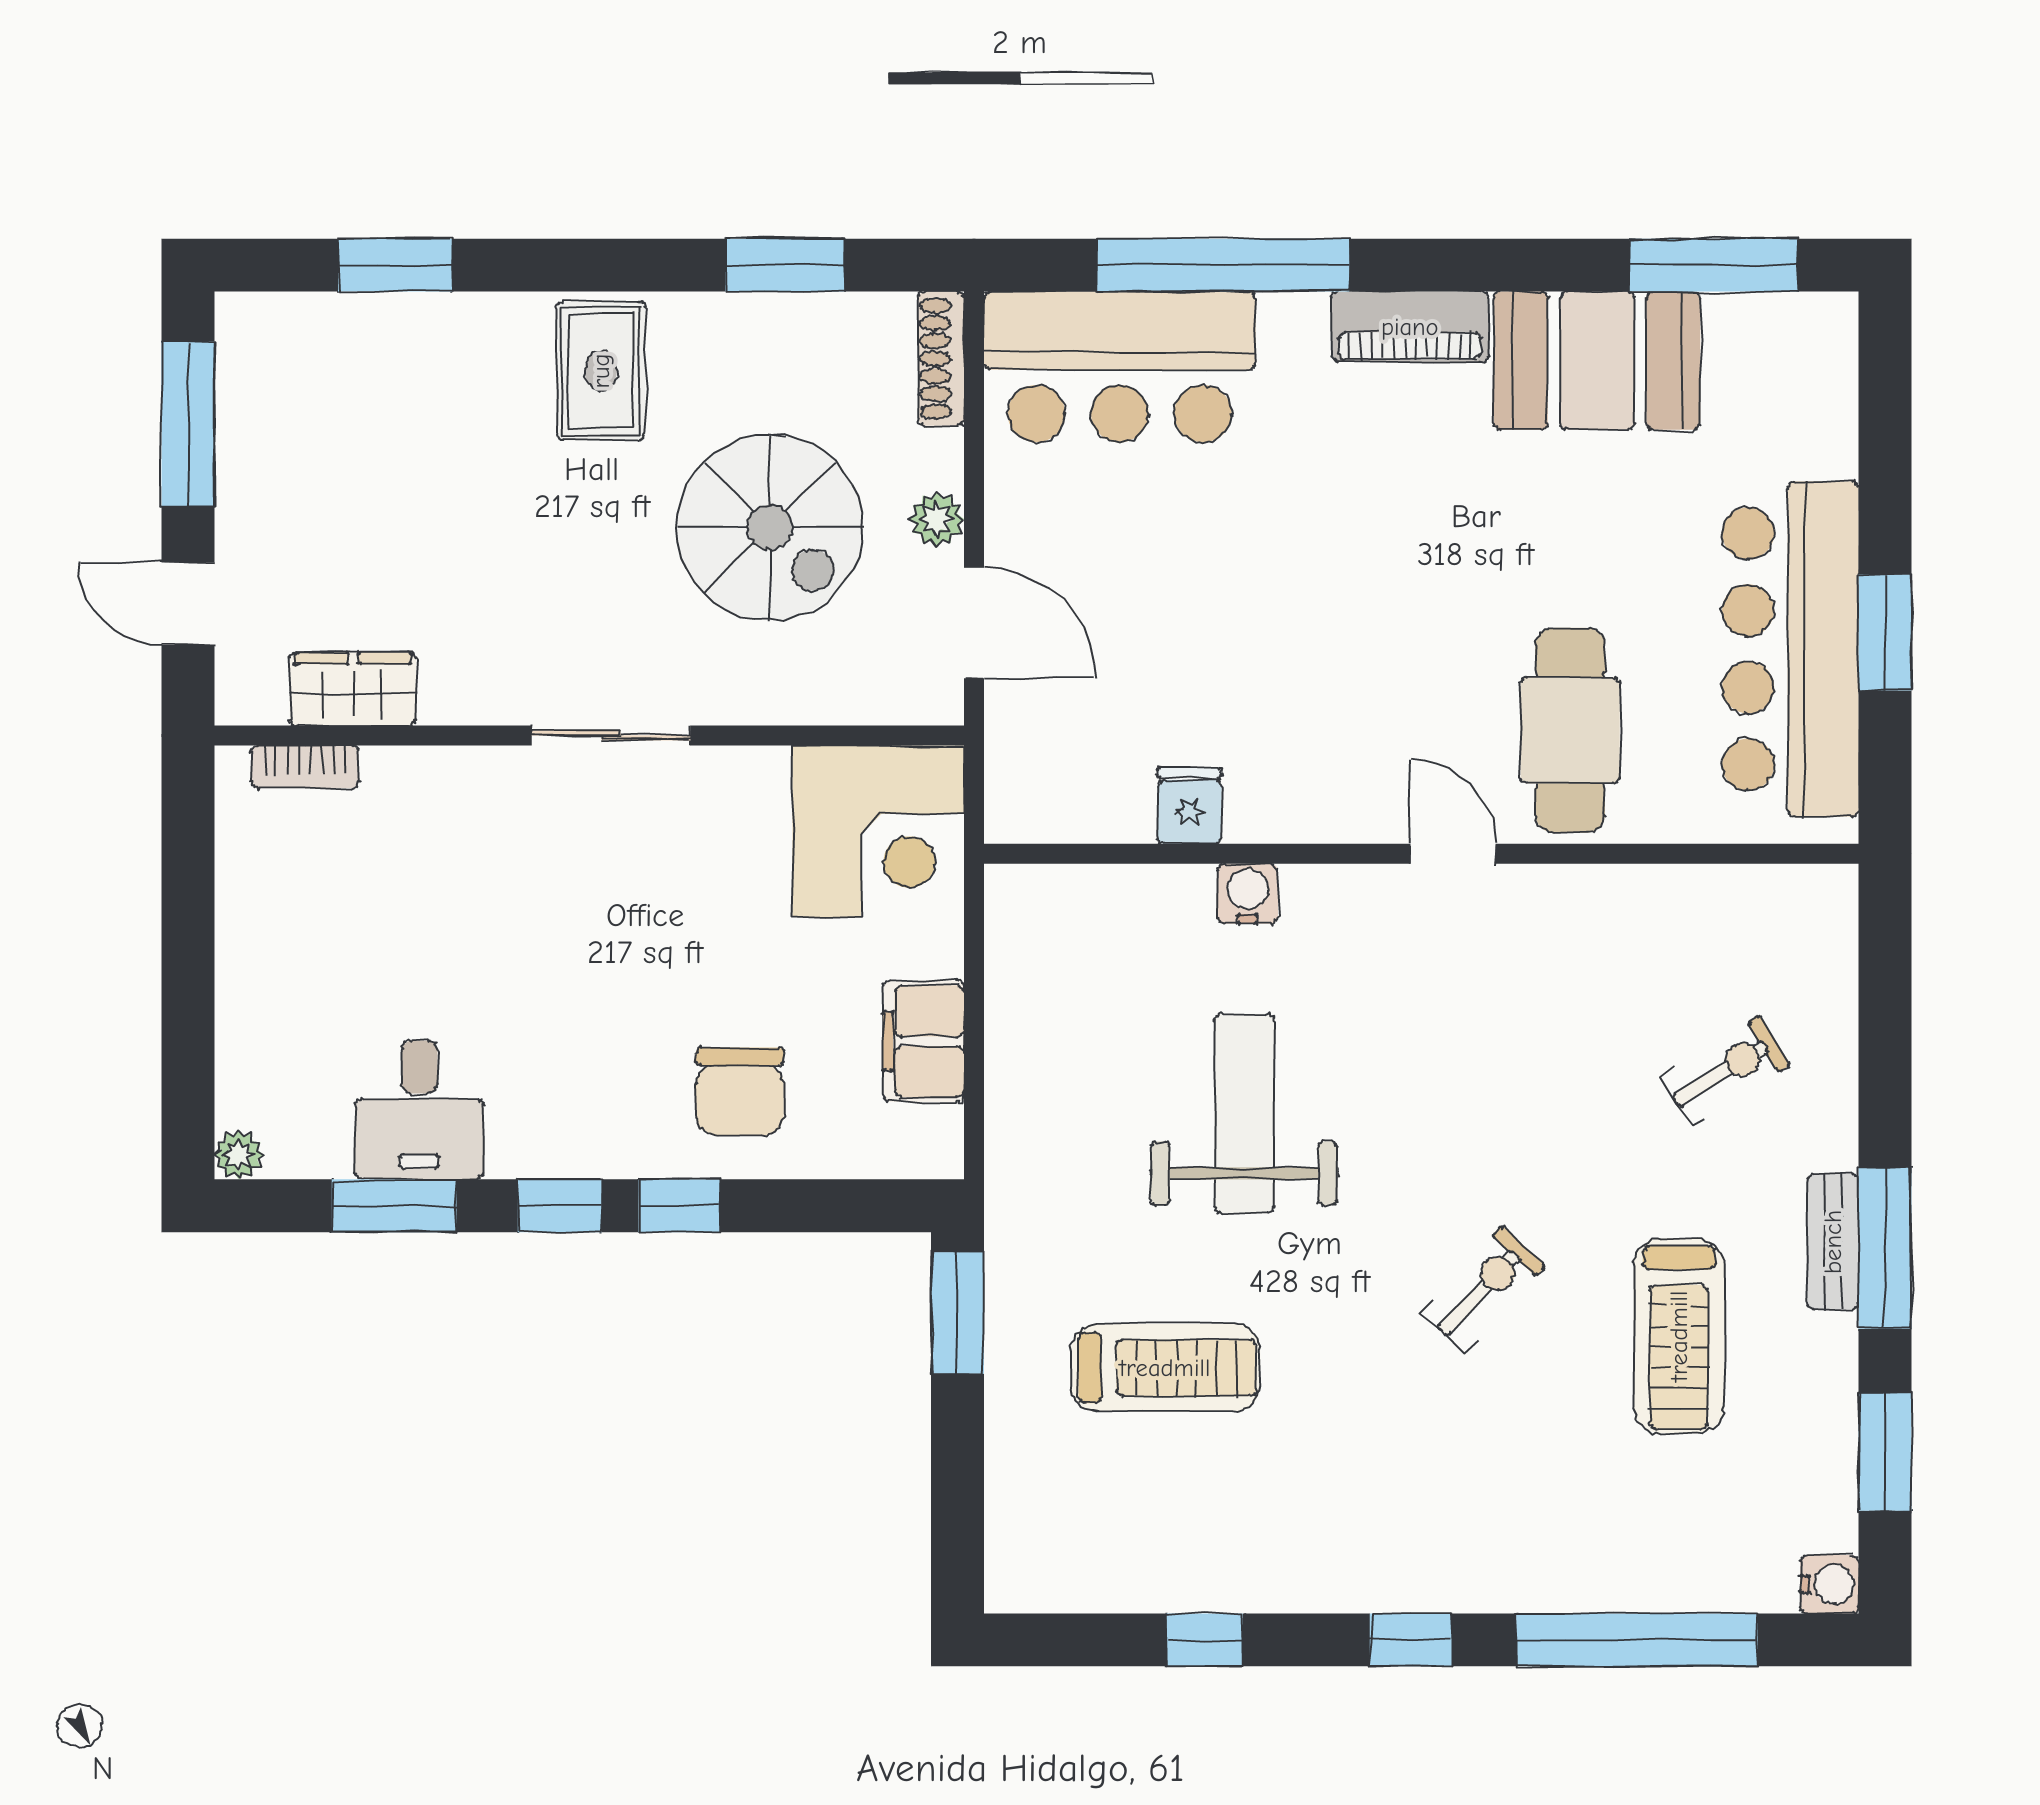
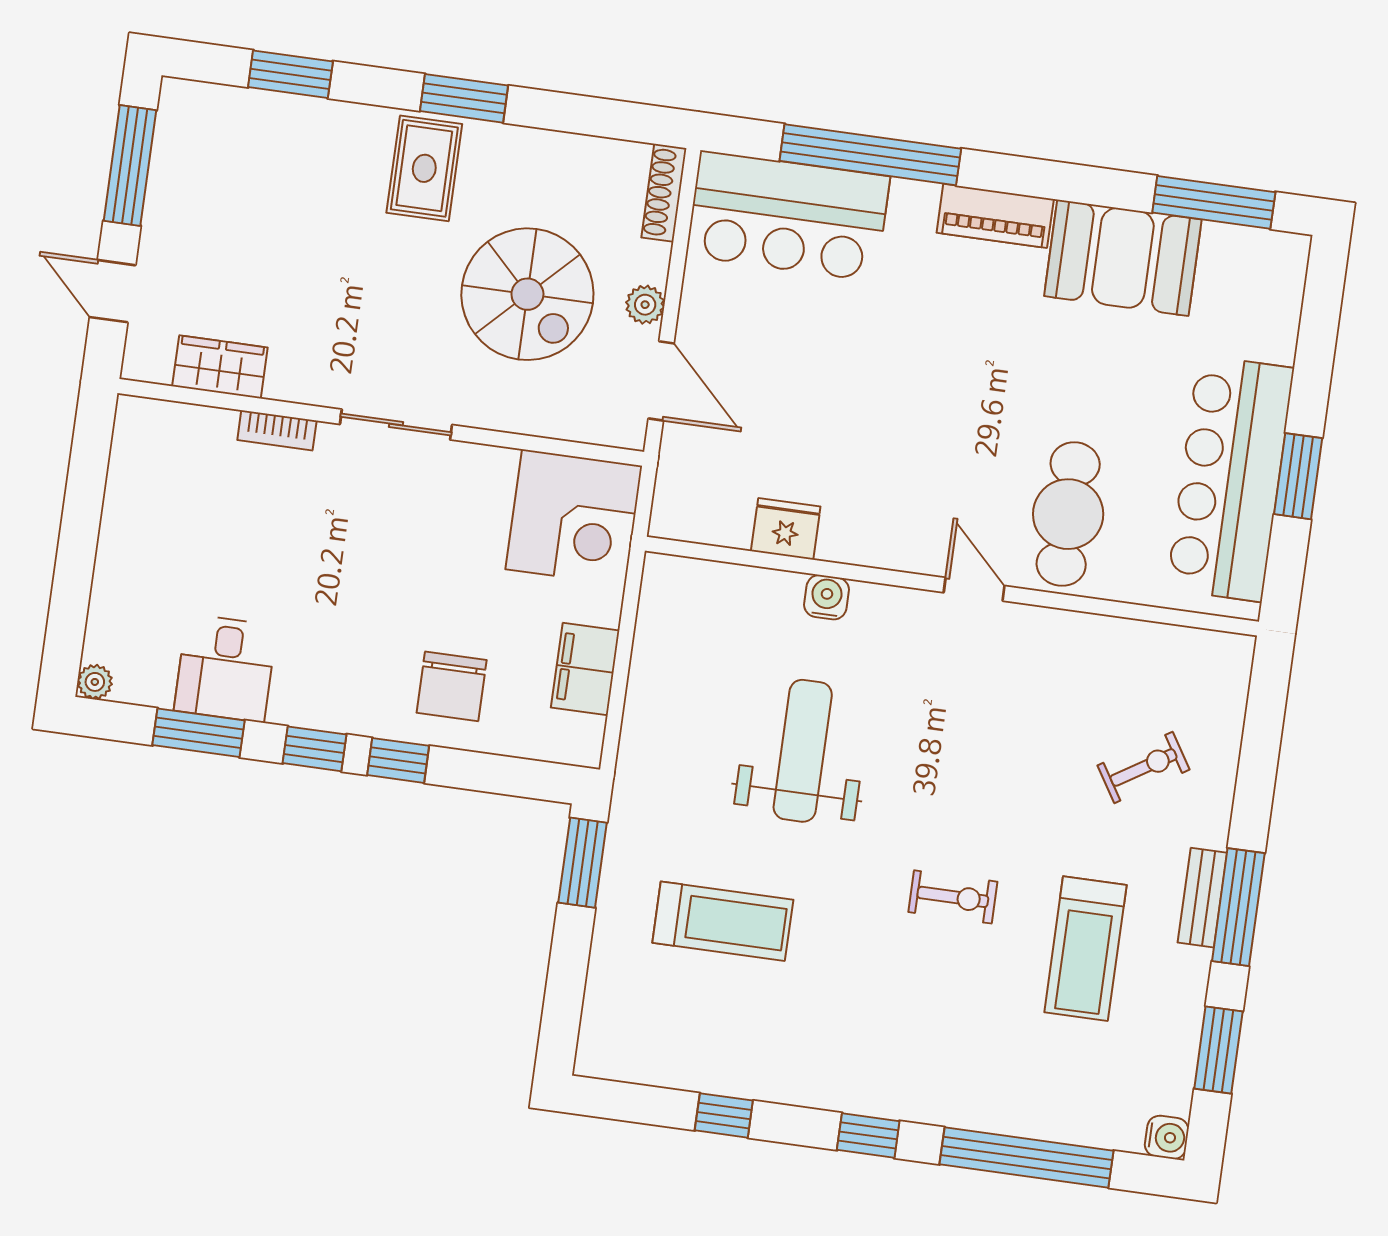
window: (785, 265) -> (464, 98), moved
bookcase: (305, 767) -> (277, 430), moved
fridge: (1190, 806) -> (786, 529), width x1.38
exercise bike: (1483, 1289) -> (953, 897), turned 47

